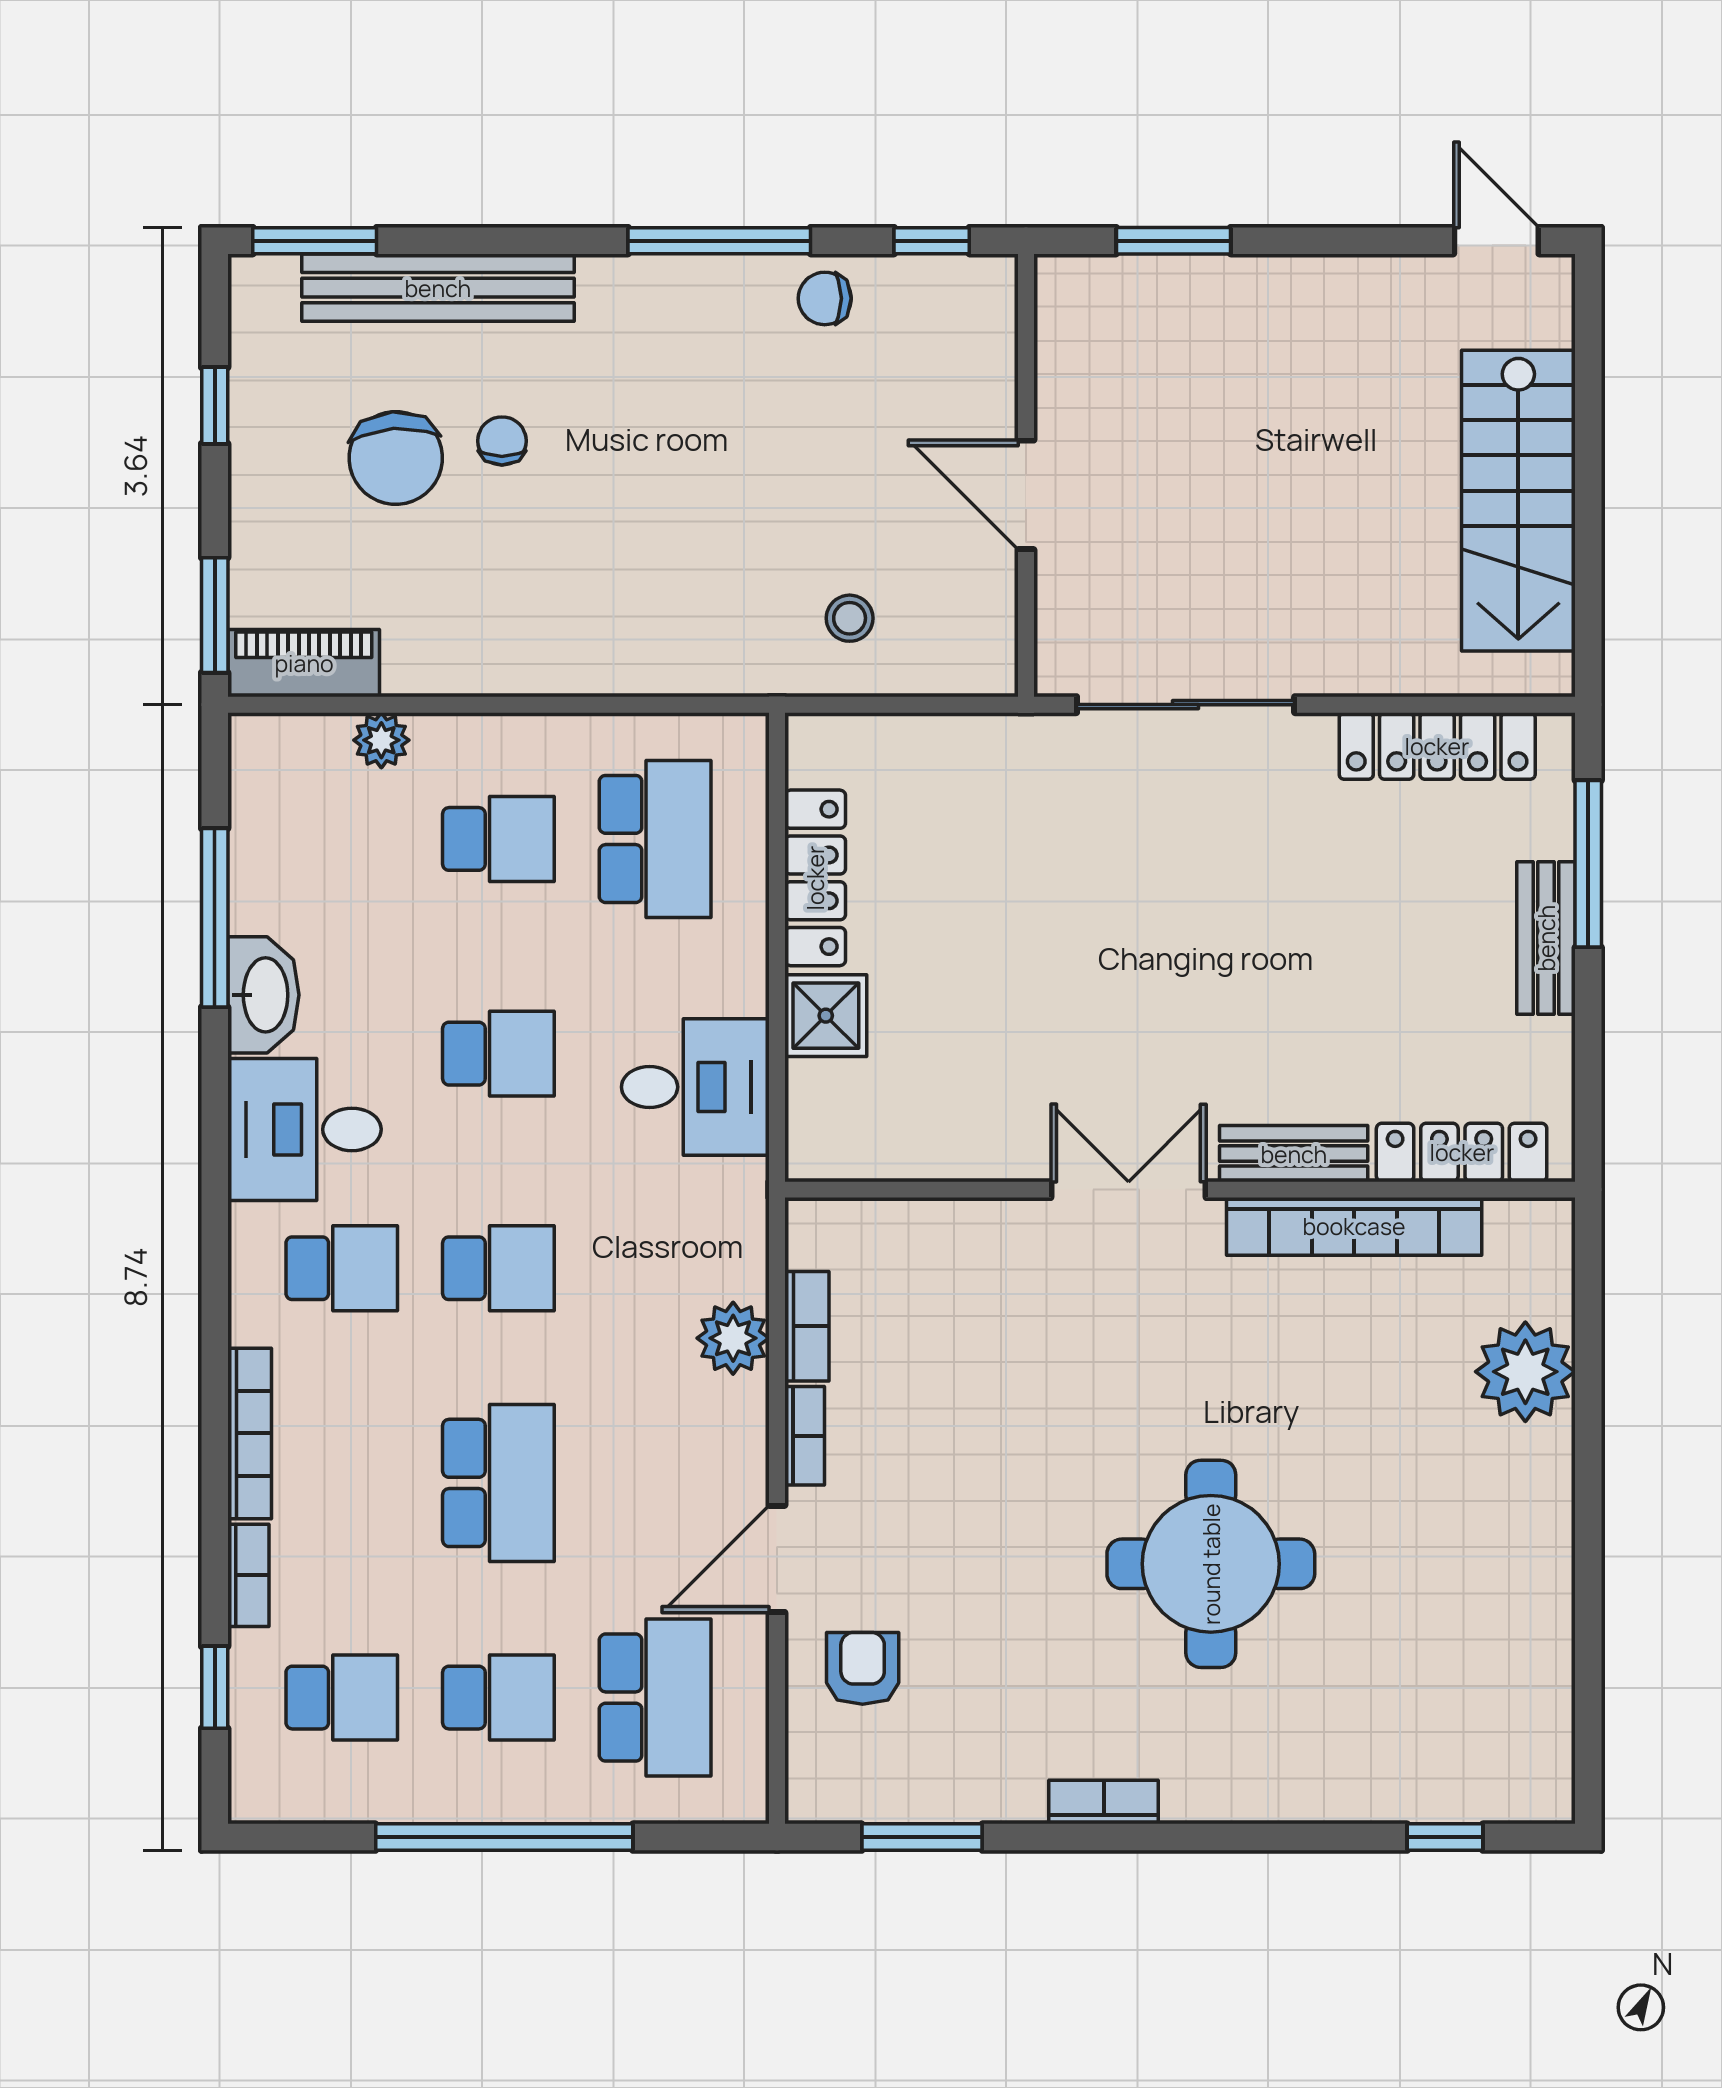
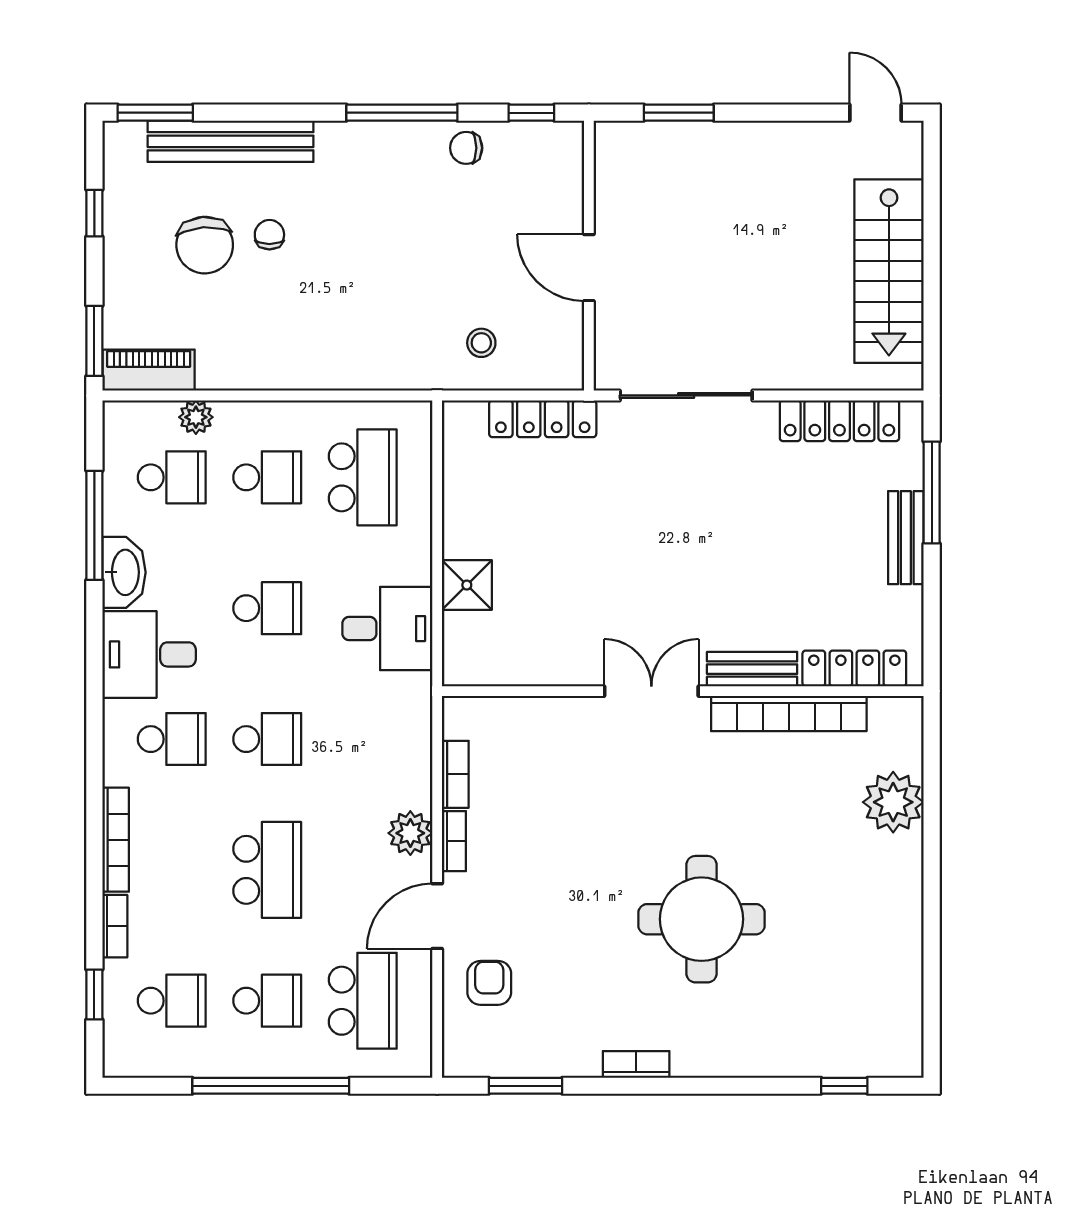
school desk: (342, 839) -> (172, 477), added
locker: (815, 878) -> (543, 419), moved, turned 90
plant: (733, 1338) -> (410, 833), moved

